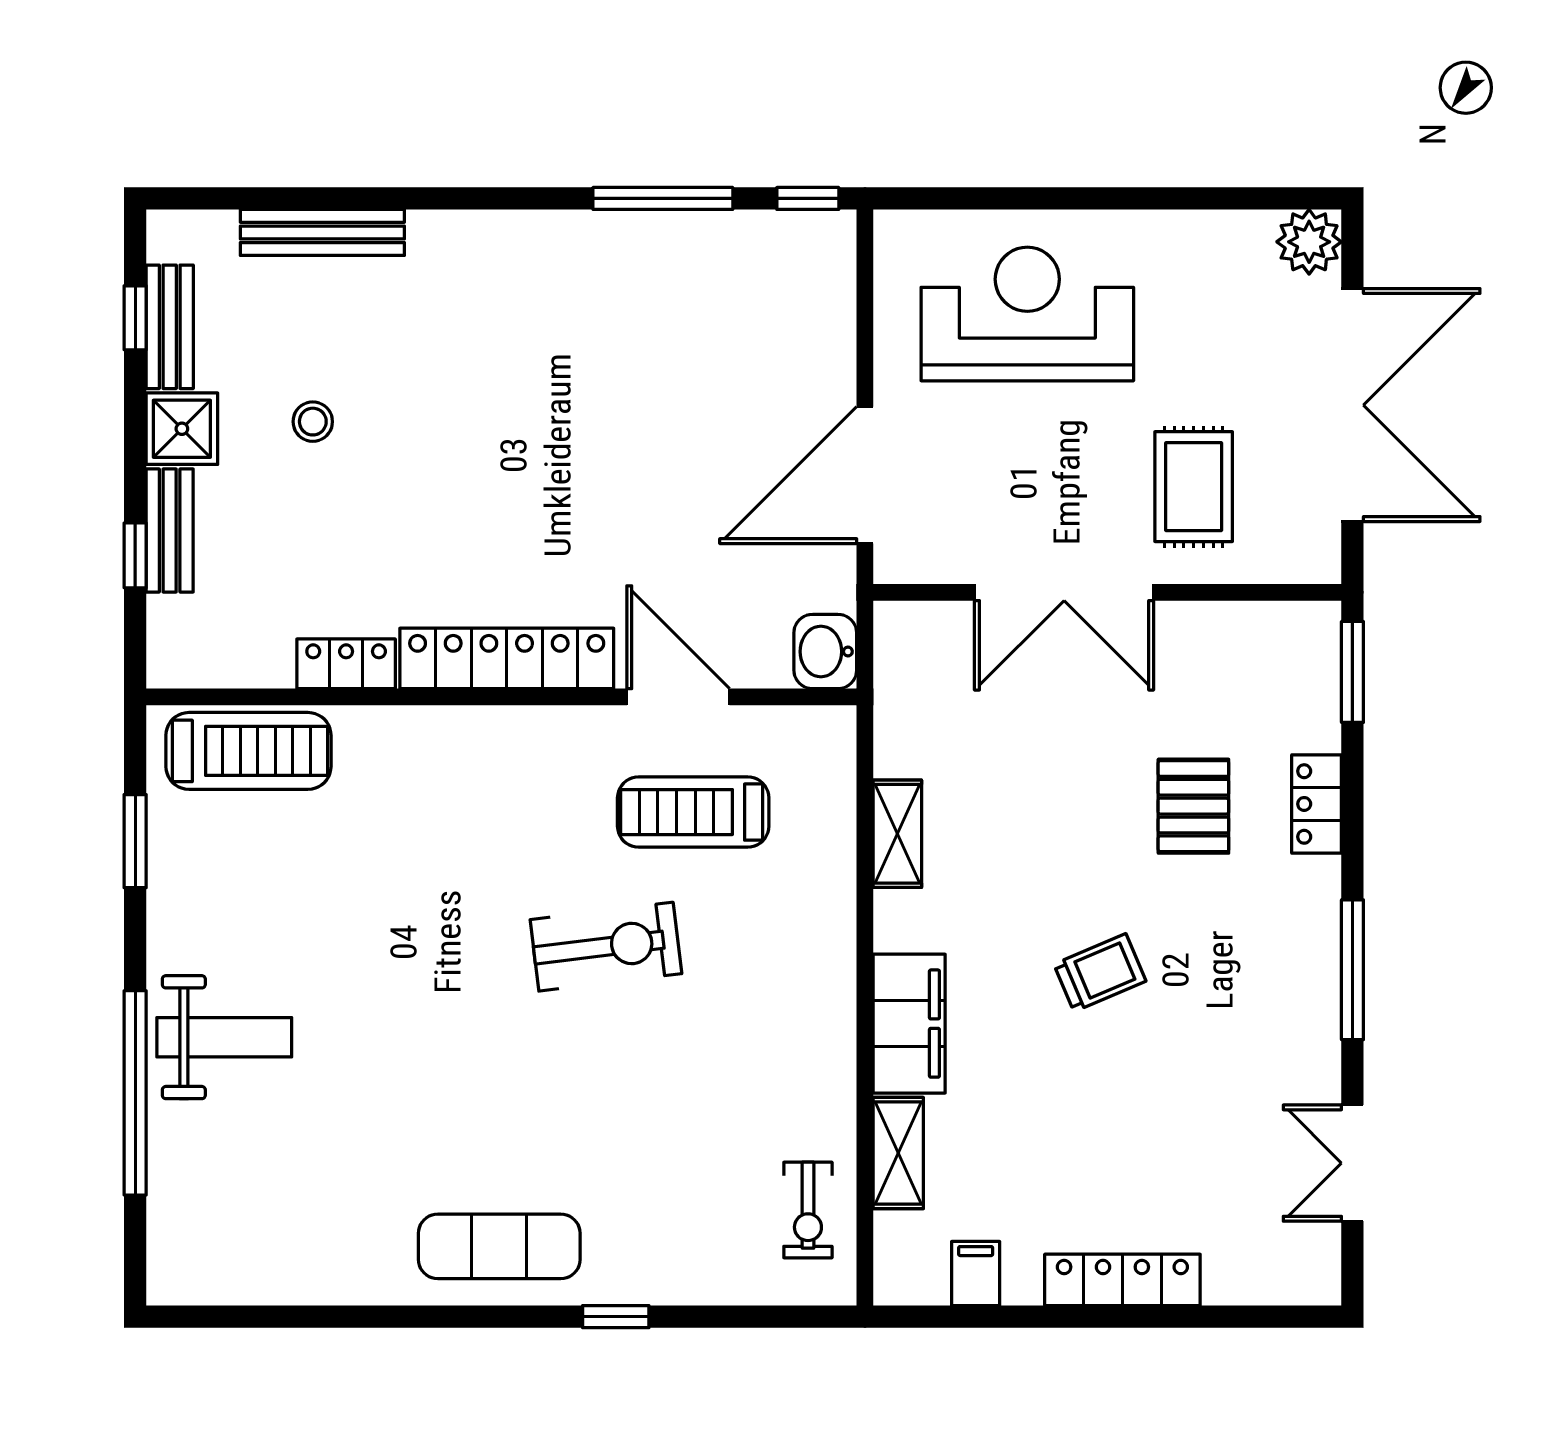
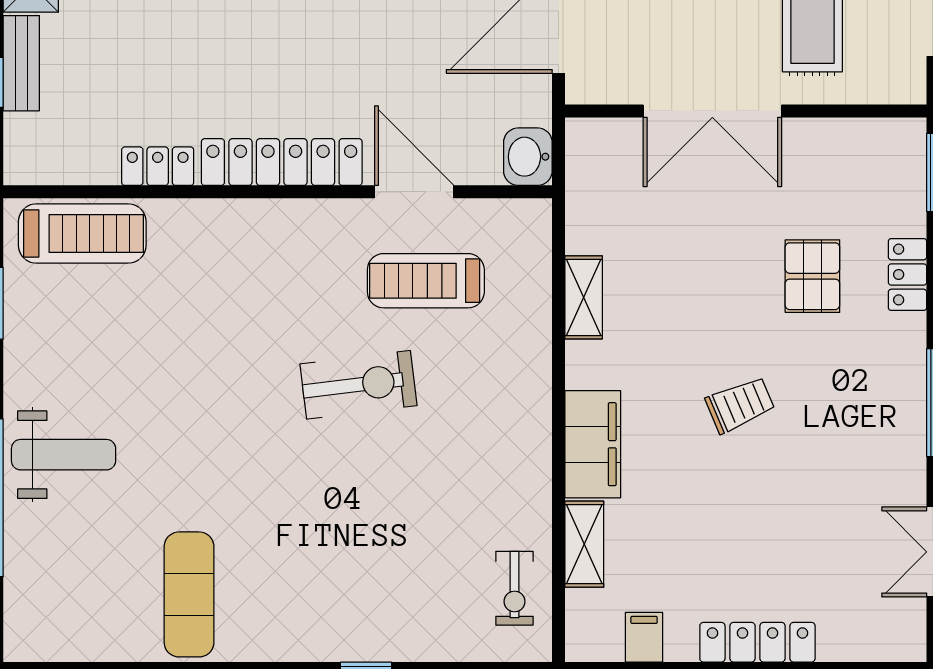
exercise mat: (499, 1246) -> (189, 594), moved, turned 90

